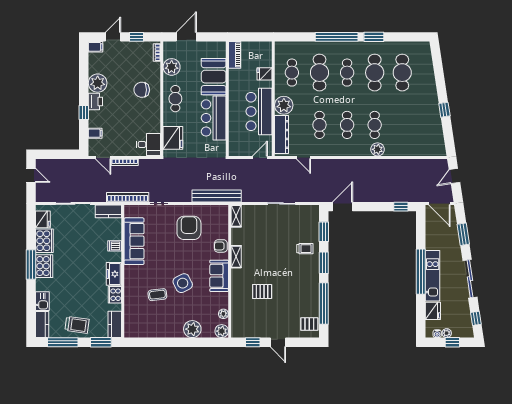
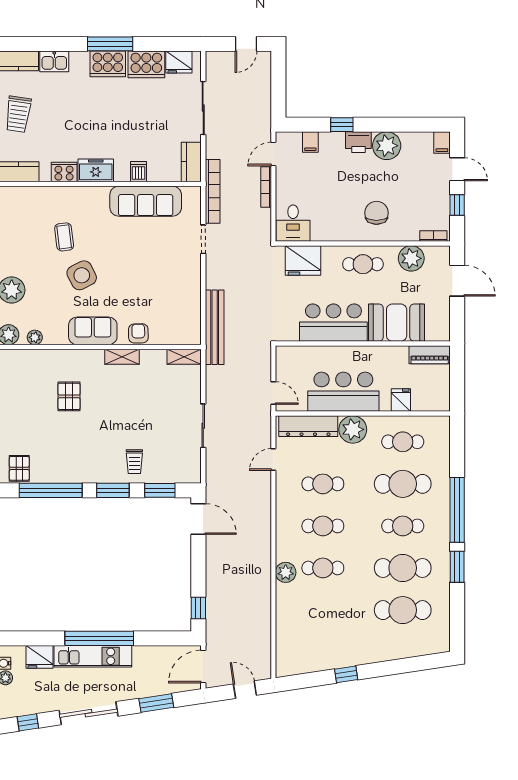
armchair: (189, 228) -> (166, 285), removed

